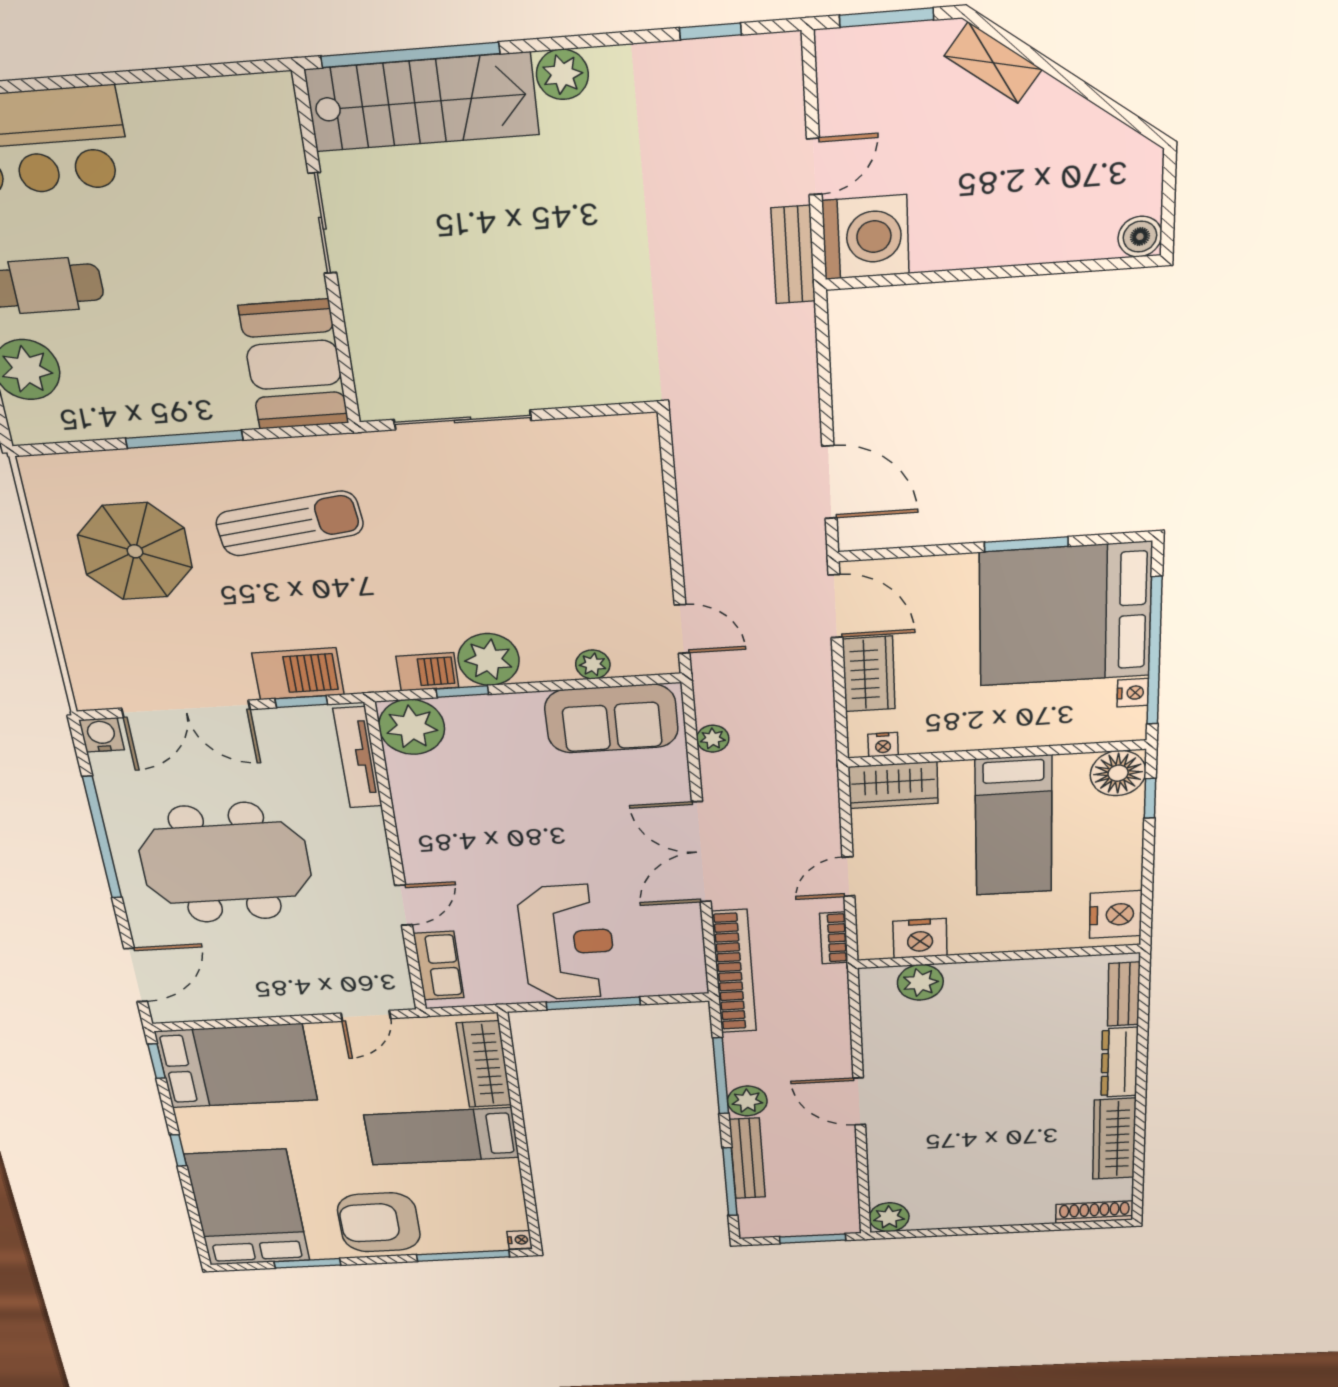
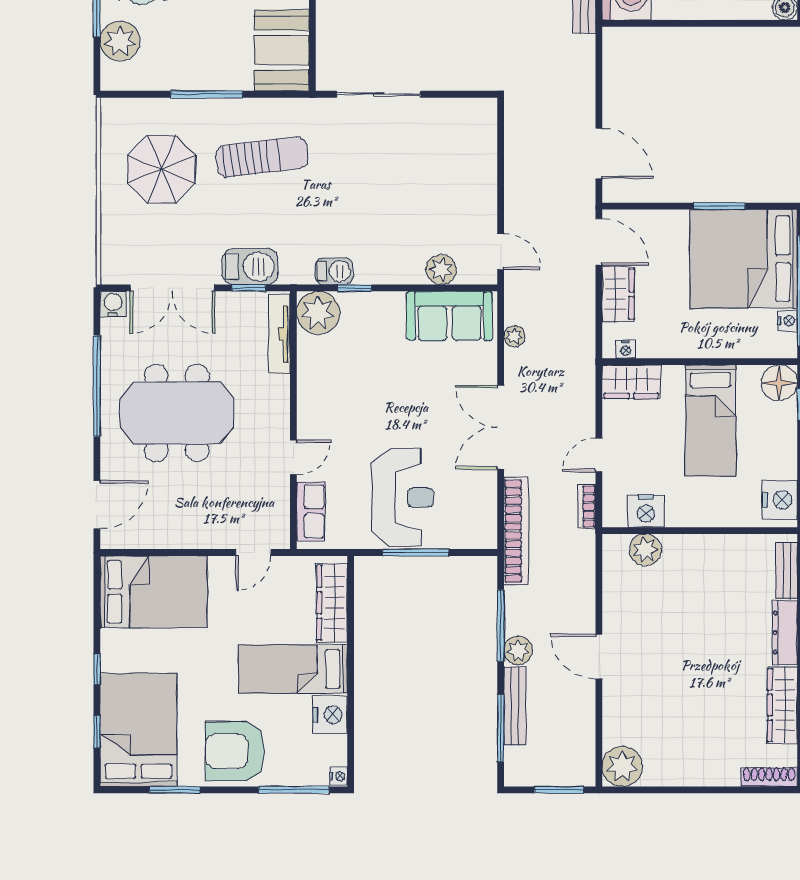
plant: (489, 660) -> (375, 265), removed
plant: (593, 664) -> (441, 270), width x1.38, depth x1.38
window: (157, 1061) -> (97, 732), moved
nightstand: (499, 1180) -> (330, 715), added
plant: (889, 1217) -> (622, 766), width x1.36, depth x1.36

